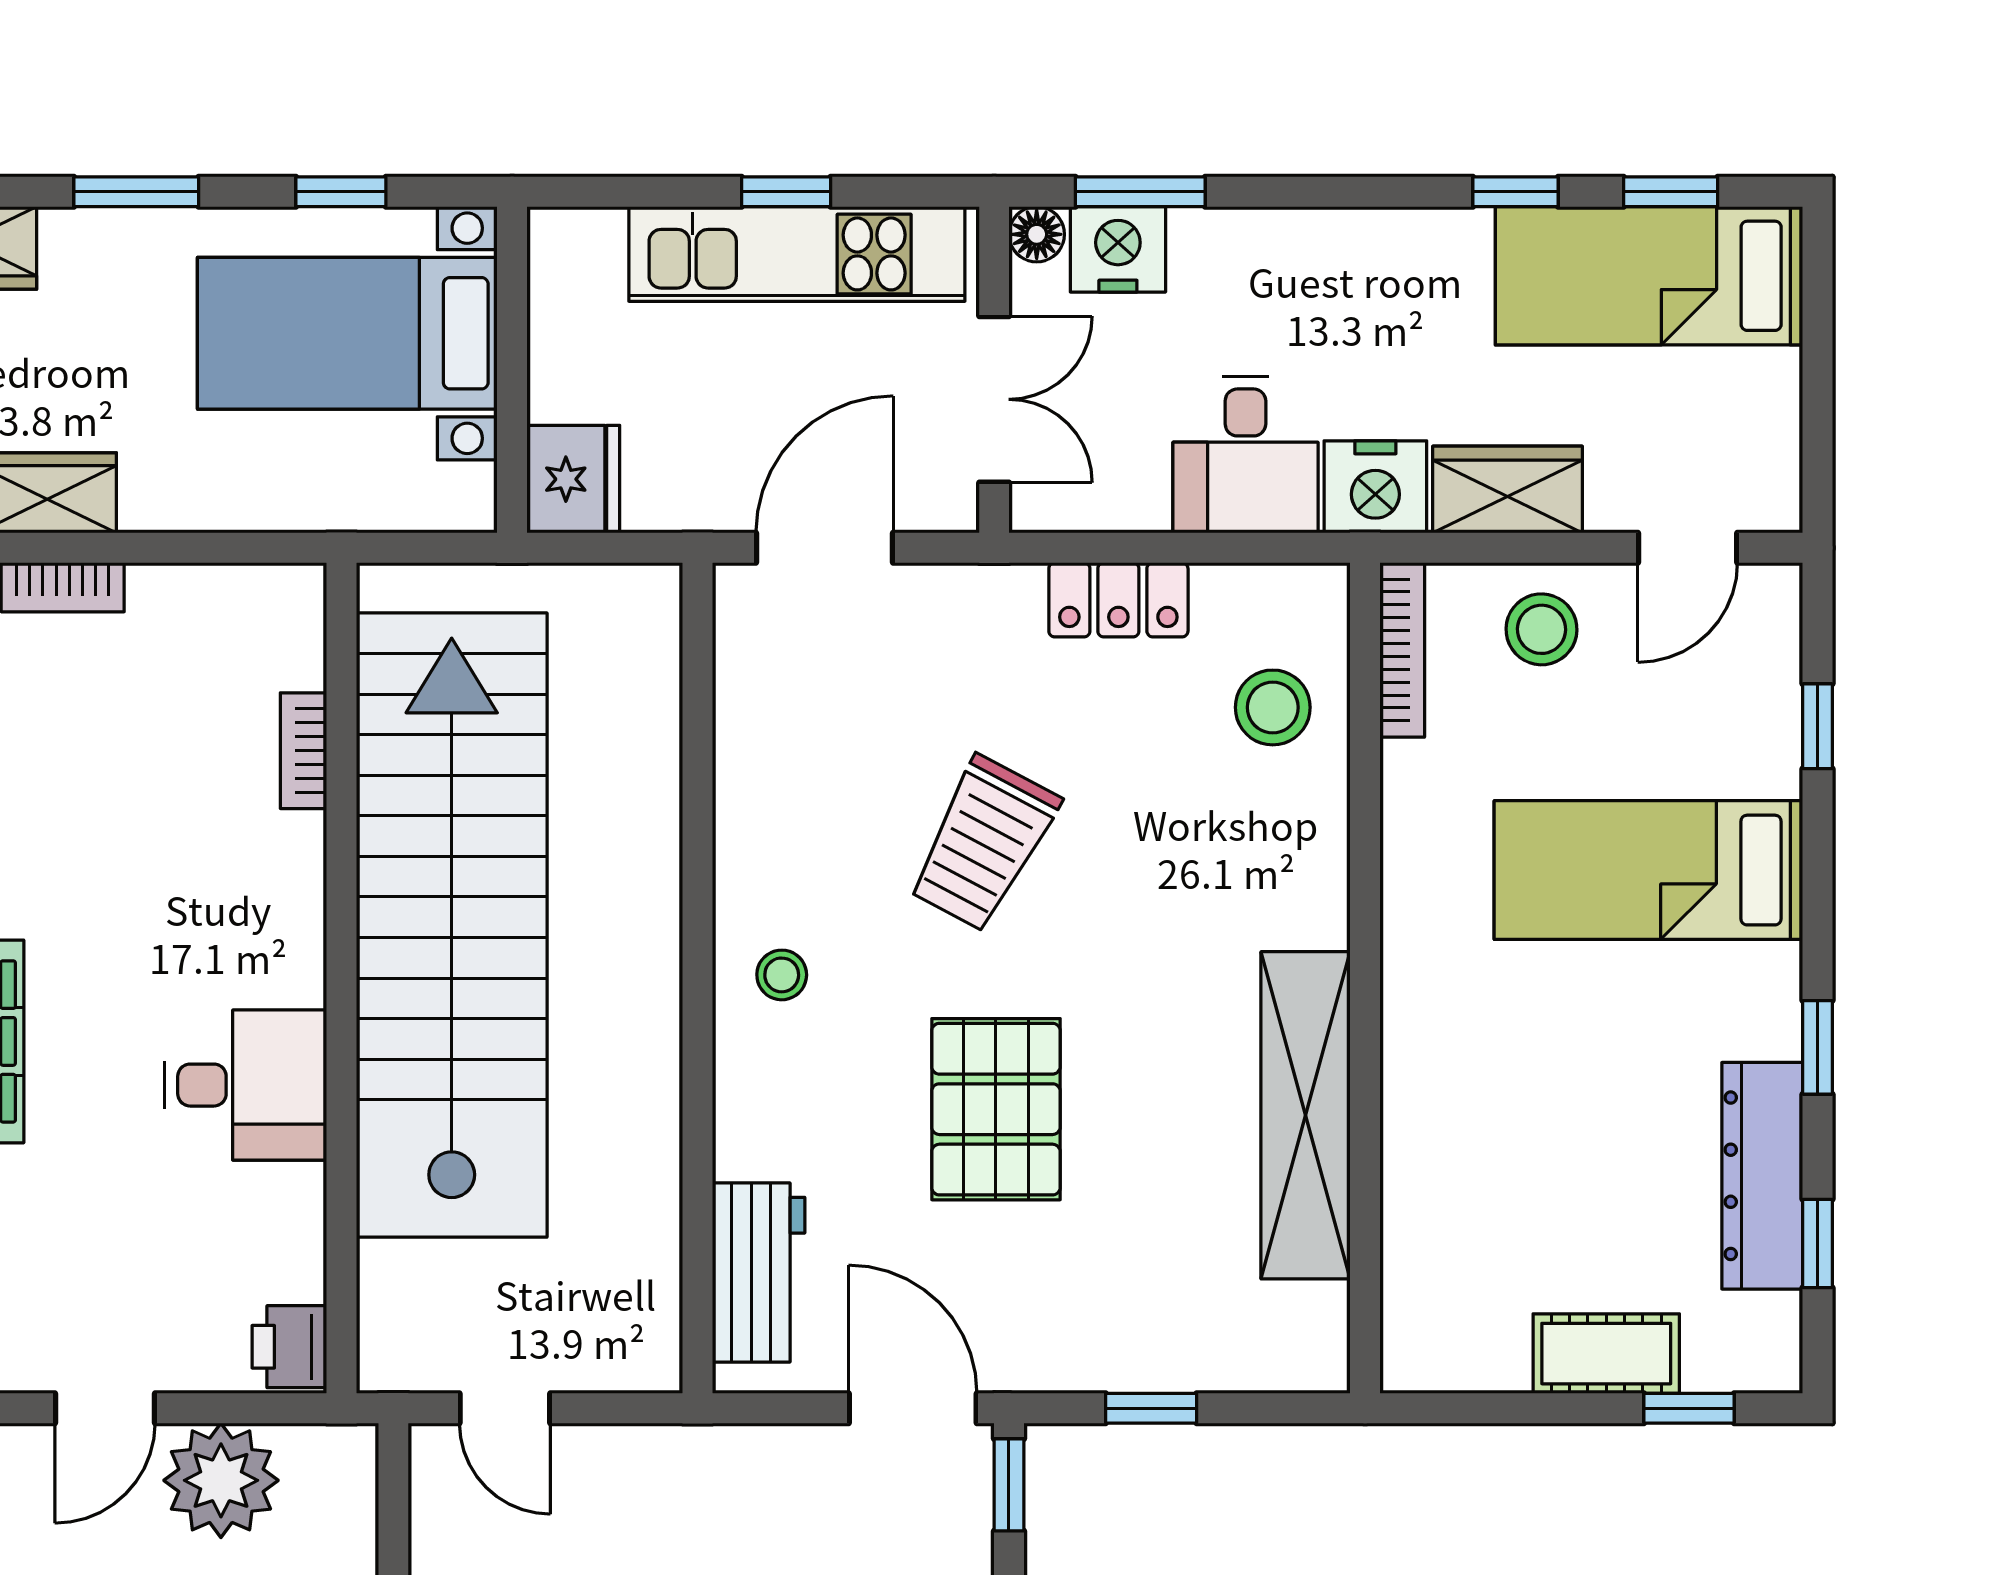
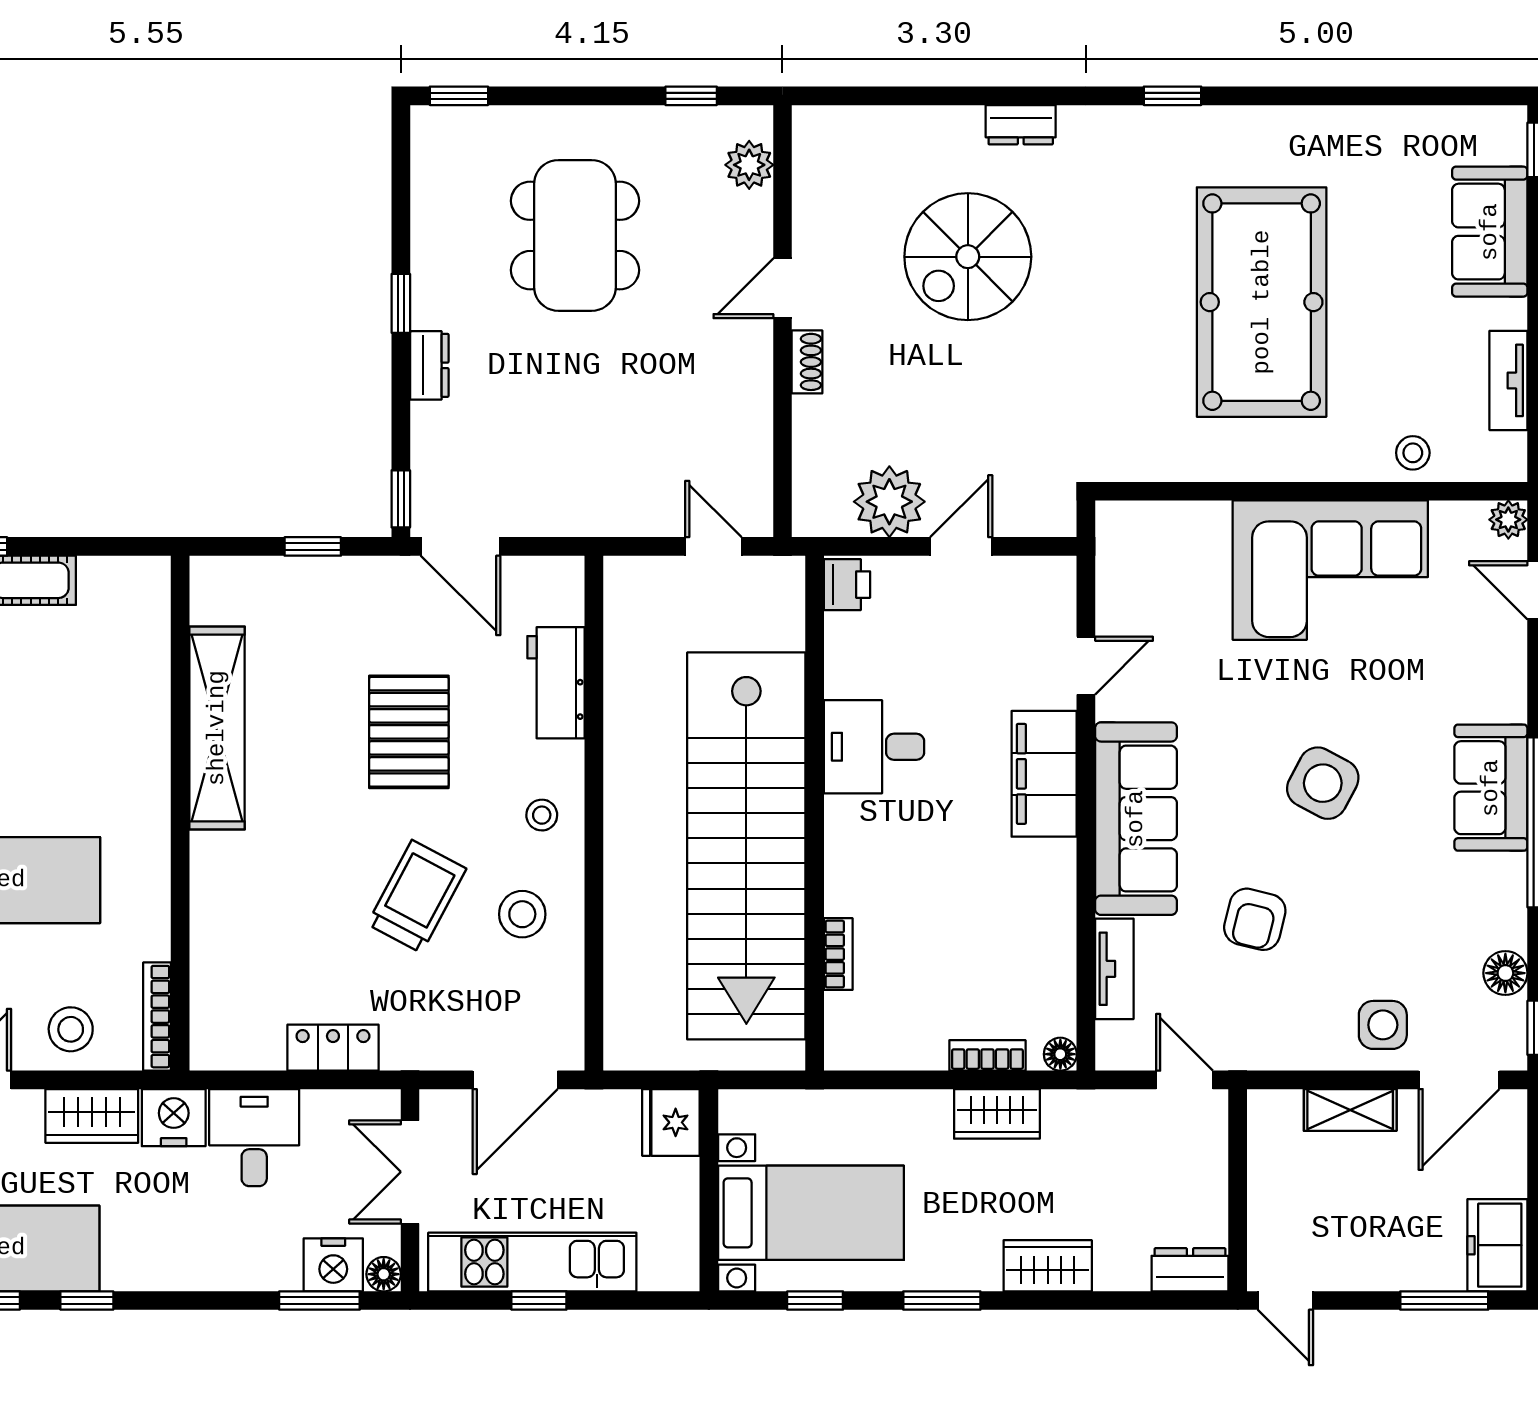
stool: (1273, 707) -> (522, 914), moved
workbench: (759, 1273) -> (556, 683), moved

